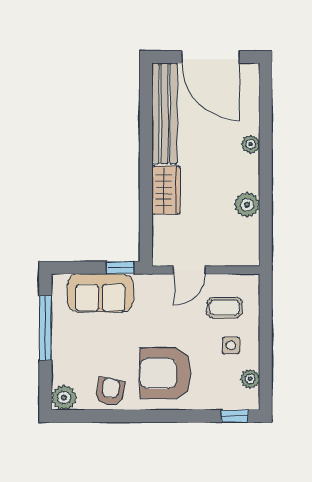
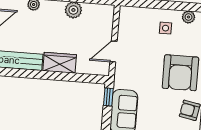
door: (189, 270) -> (114, 52), swing flipped
coffee table: (225, 308) -> (140, 30), removed

